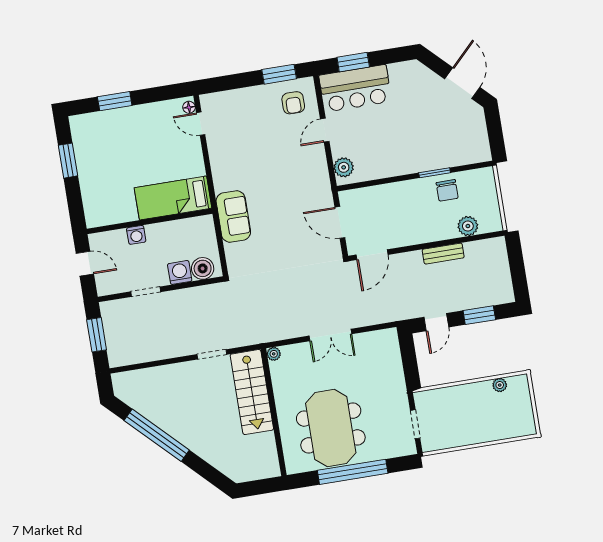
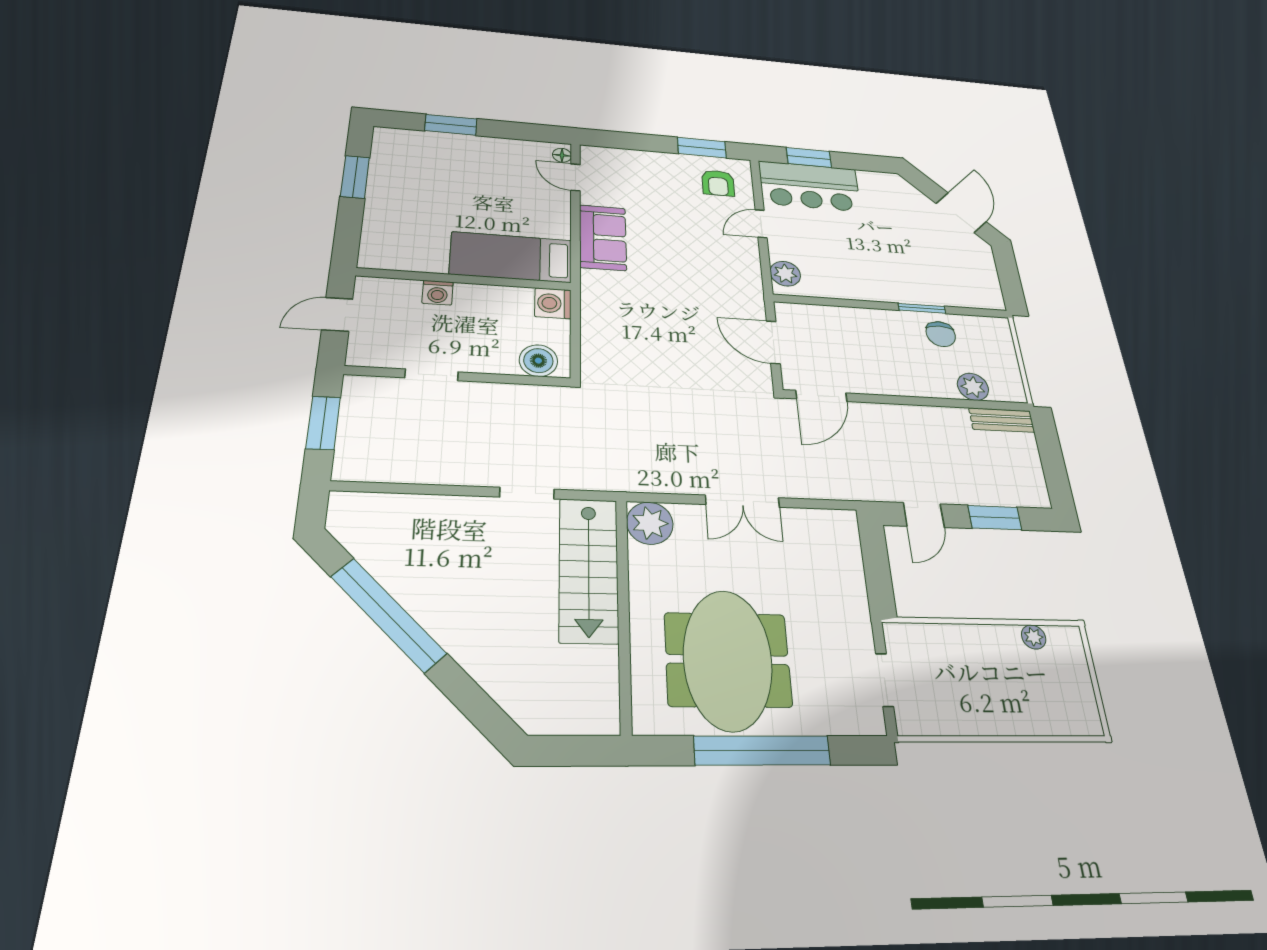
sofa: (233, 217) -> (603, 238), moved
bench: (443, 254) -> (1002, 420), moved
door: (85, 264) -> (337, 314), swing flipped
washing machine: (180, 272) -> (553, 303), moved, turned -90
plant: (274, 354) -> (650, 523), width x1.87, depth x1.87

